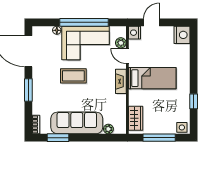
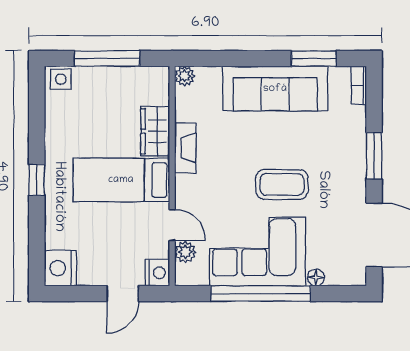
fireplace: (121, 81) -> (185, 148), moved
window: (194, 101) -> (37, 180), moved
wardrobe: (136, 118) -> (155, 131), moved
plant: (108, 129) -> (185, 76), moved

